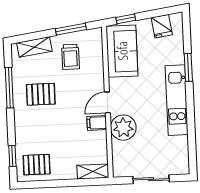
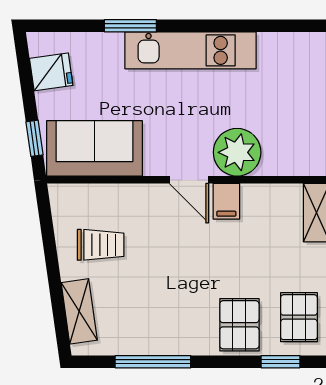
window: (71, 29) -> (49, 242), removed
pallet: (41, 94) -> (239, 325), moved

